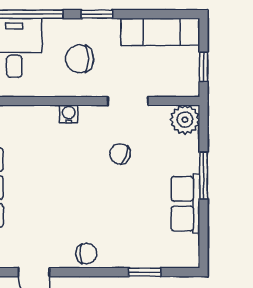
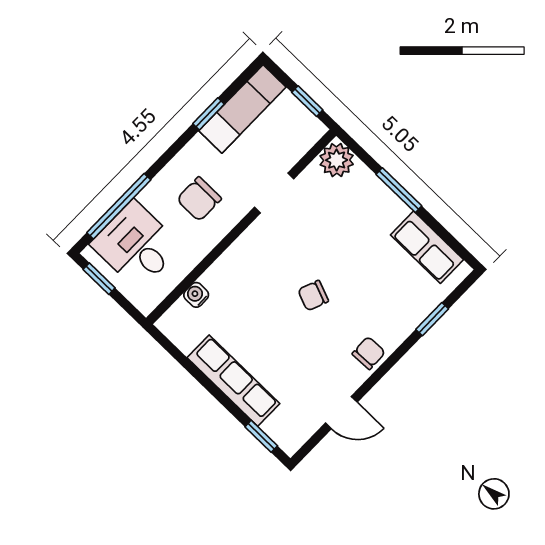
window: (97, 14) -> (209, 114), moved
water cooler: (69, 114) -> (196, 295), moved
chair: (120, 154) -> (313, 296), moved
row of seats: (185, 204) -> (427, 247), moved

